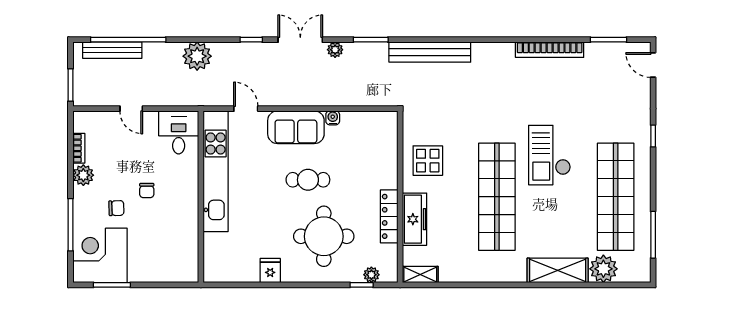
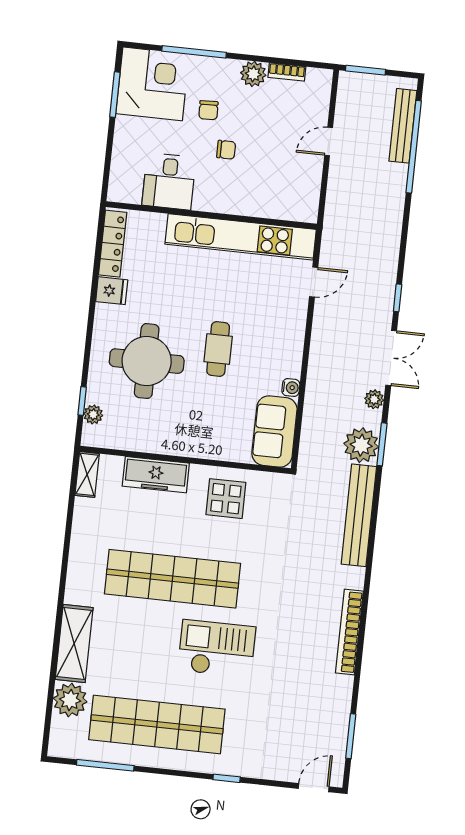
bookcase: (550, 50) -> (349, 632), moved
plant: (197, 56) -> (361, 445), moved
sofa: (296, 127) -> (274, 431), moved
desk: (179, 132) -> (169, 181), moved, turned 90
chair: (147, 190) -> (226, 150), turned 180
locker: (389, 216) -> (113, 244), moved, turned 90

